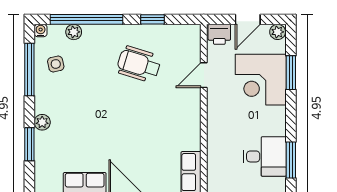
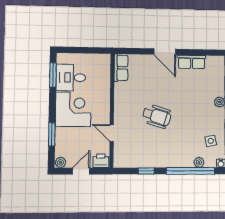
wheelchair: (139, 64) -> (157, 116), moved
door: (204, 75) -> (112, 133), swing flipped
corner desk: (261, 80) -> (73, 109), moved

